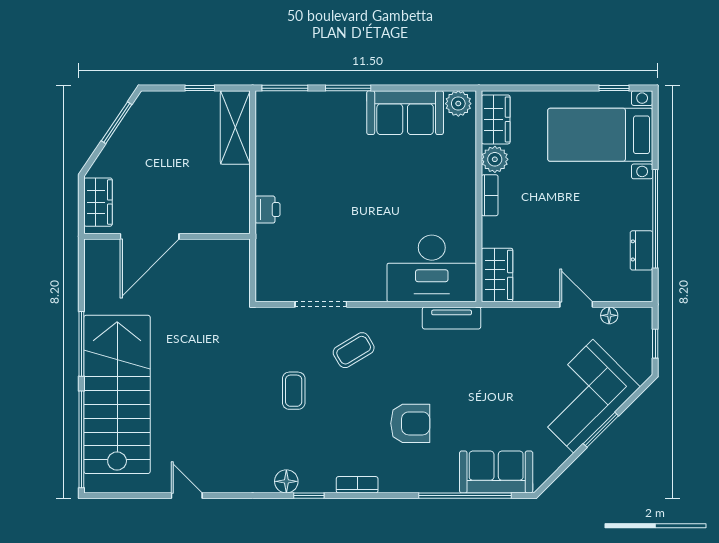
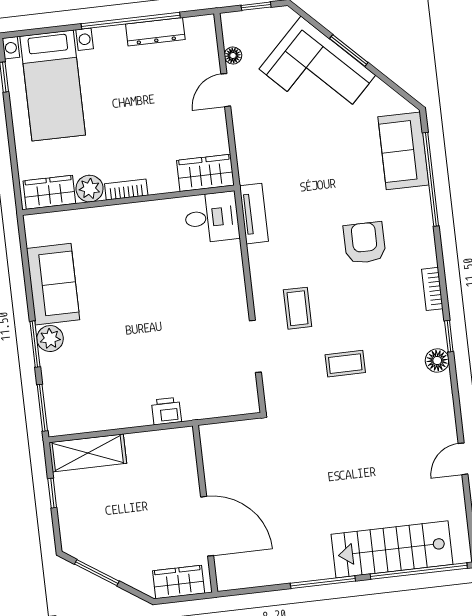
plant: (458, 104) -> (50, 339), moved
dresser: (641, 250) -> (155, 32), width x1.44
desk: (432, 268) -> (212, 217), width x0.53, depth x0.77
coffee table: (354, 350) -> (298, 308), turned 31
stairs: (117, 394) -> (392, 549), width x0.73, depth x0.66

